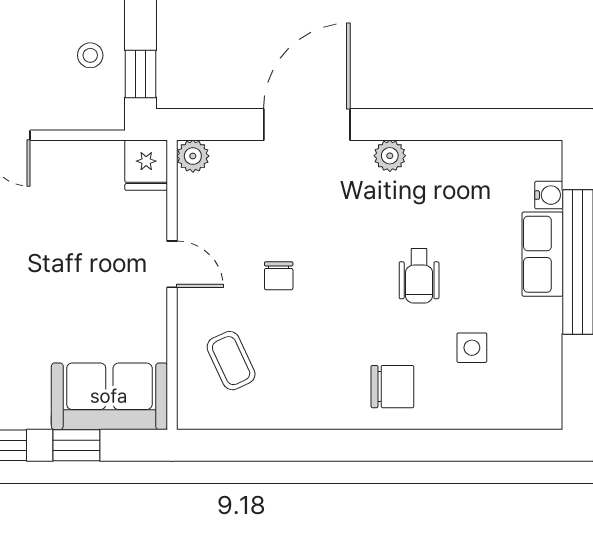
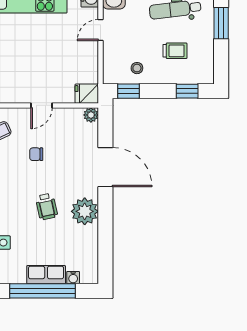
plant: (390, 156) -> (85, 211), width x1.88, depth x1.88
wheelchair: (419, 276) -> (47, 207), moved, turned -102

